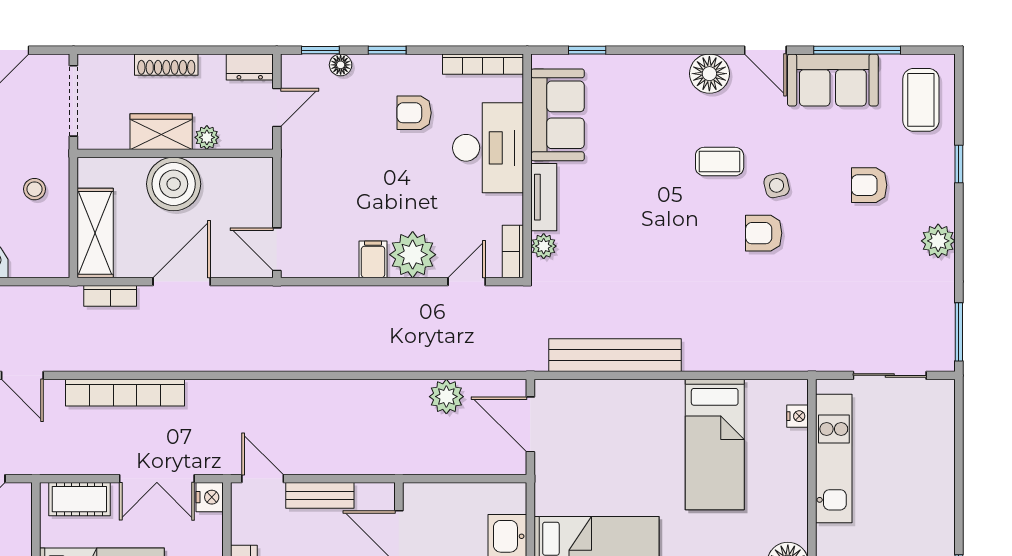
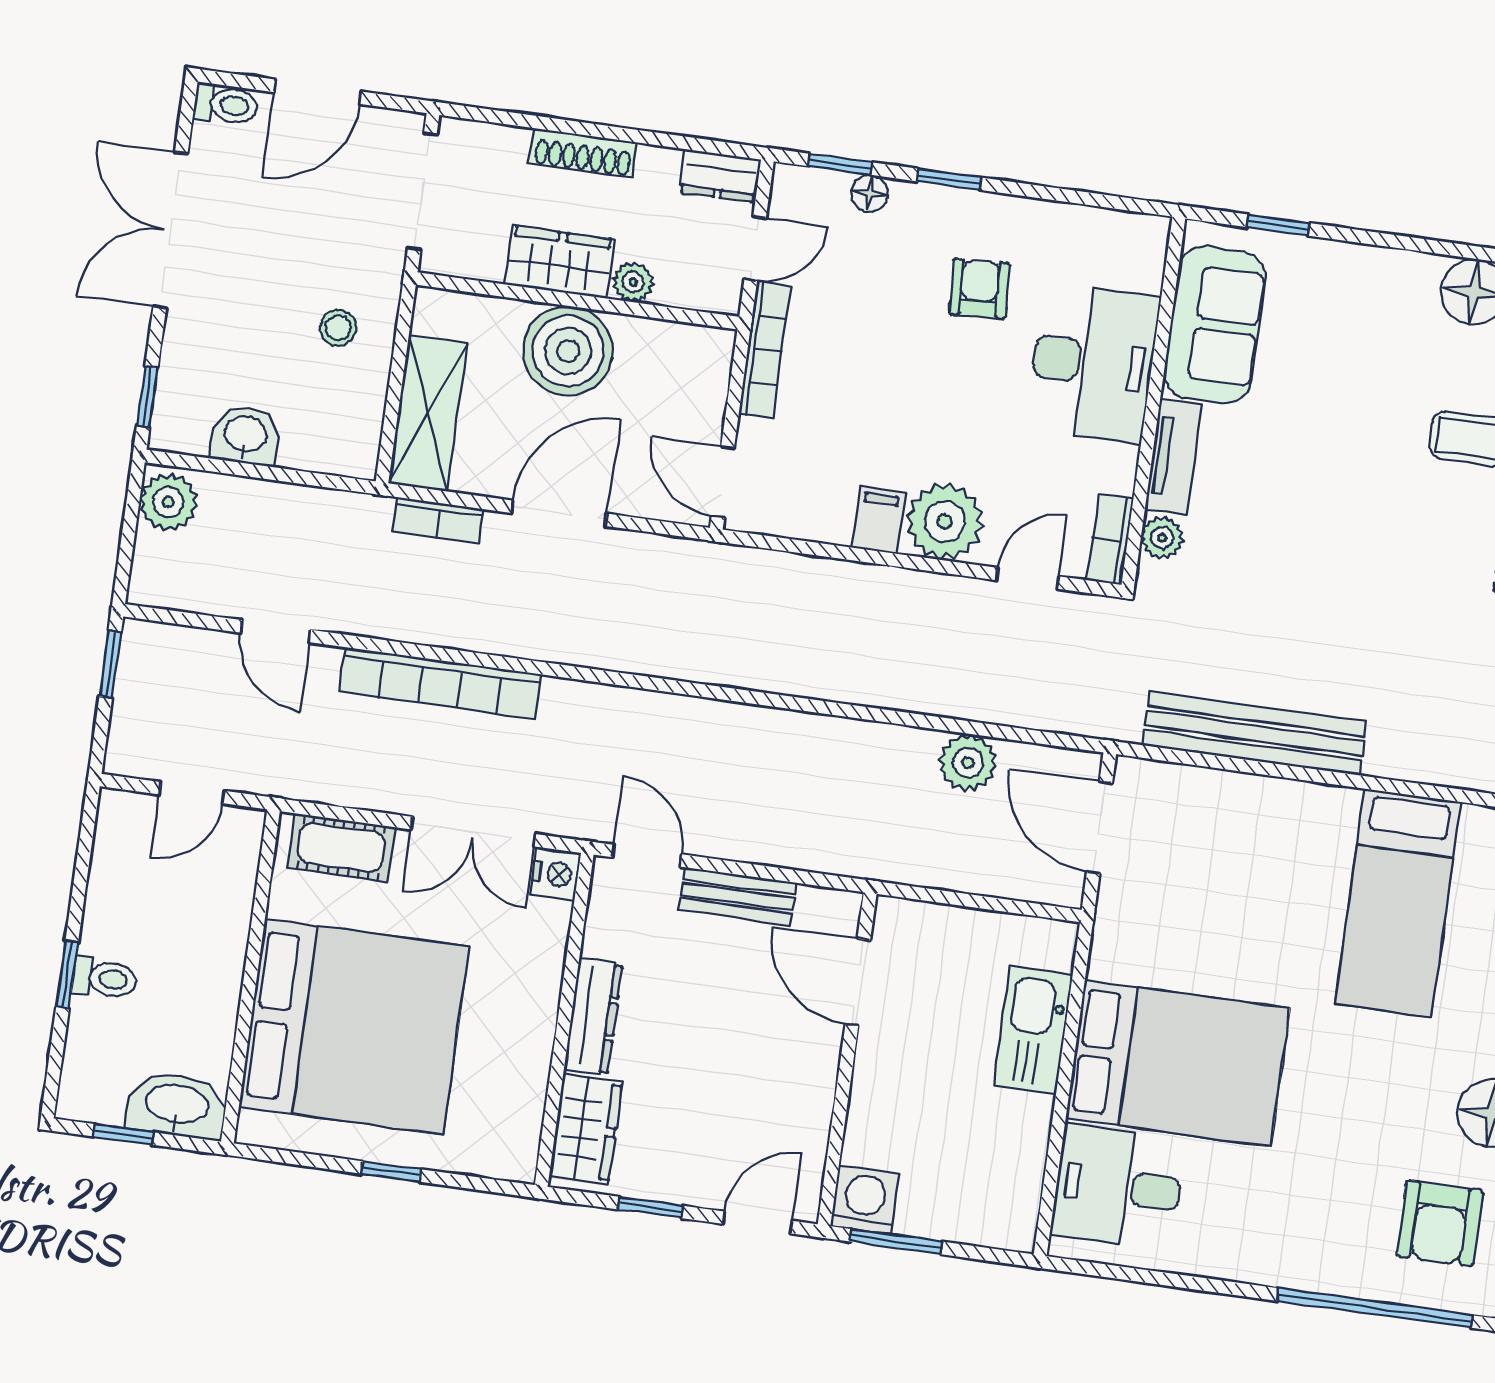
bookcase: (483, 64) -> (765, 350), moved, turned -90
armchair: (414, 113) -> (979, 289), turned 87

